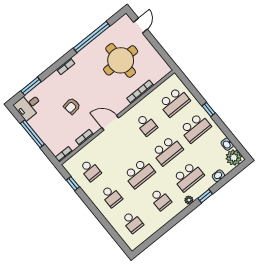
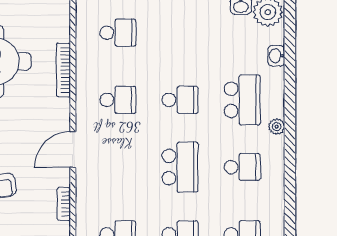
school desk: (174, 102) -> (118, 33), width x0.54
school desk: (195, 128) -> (180, 33), removed
school desk: (167, 151) -> (180, 100), width x0.54
window: (205, 196) -> (290, 99), removed

